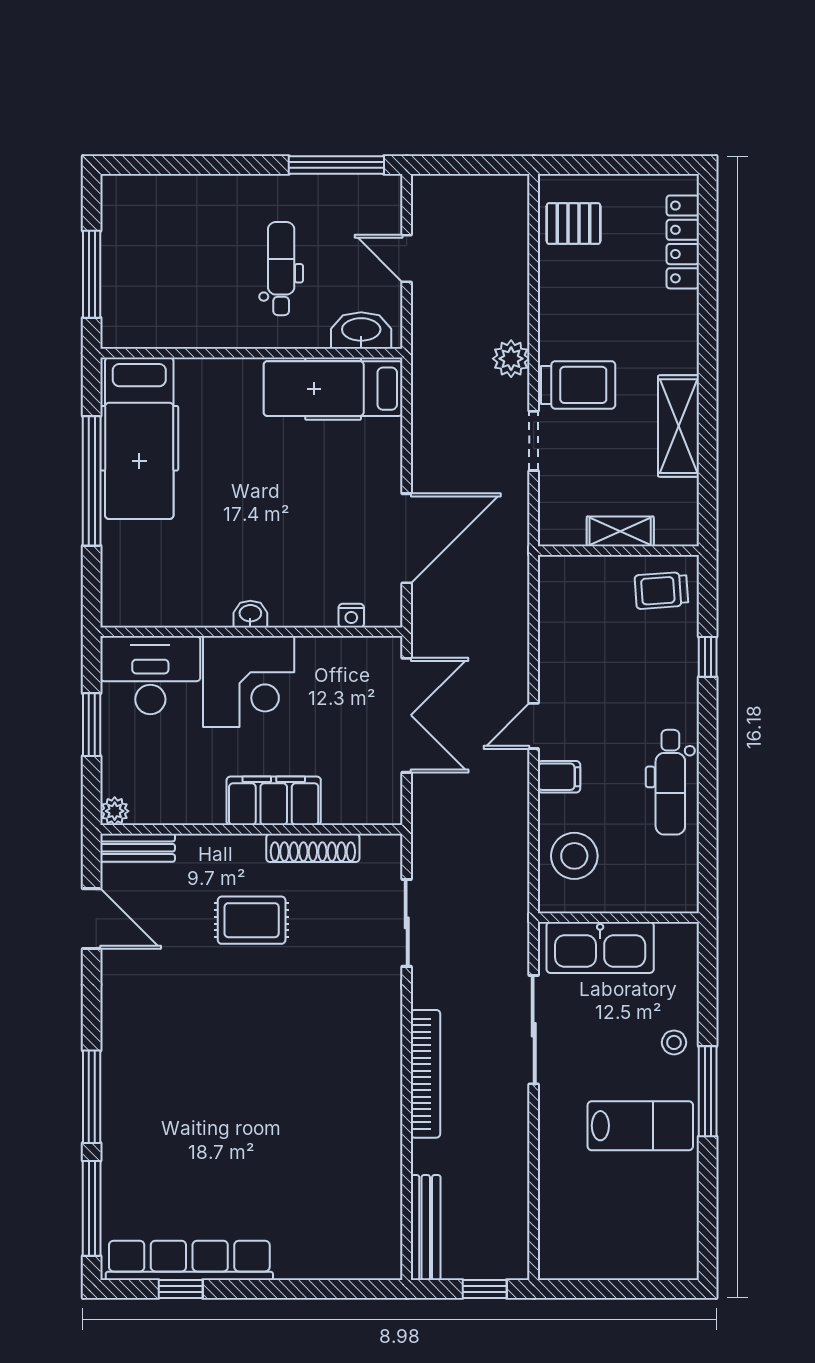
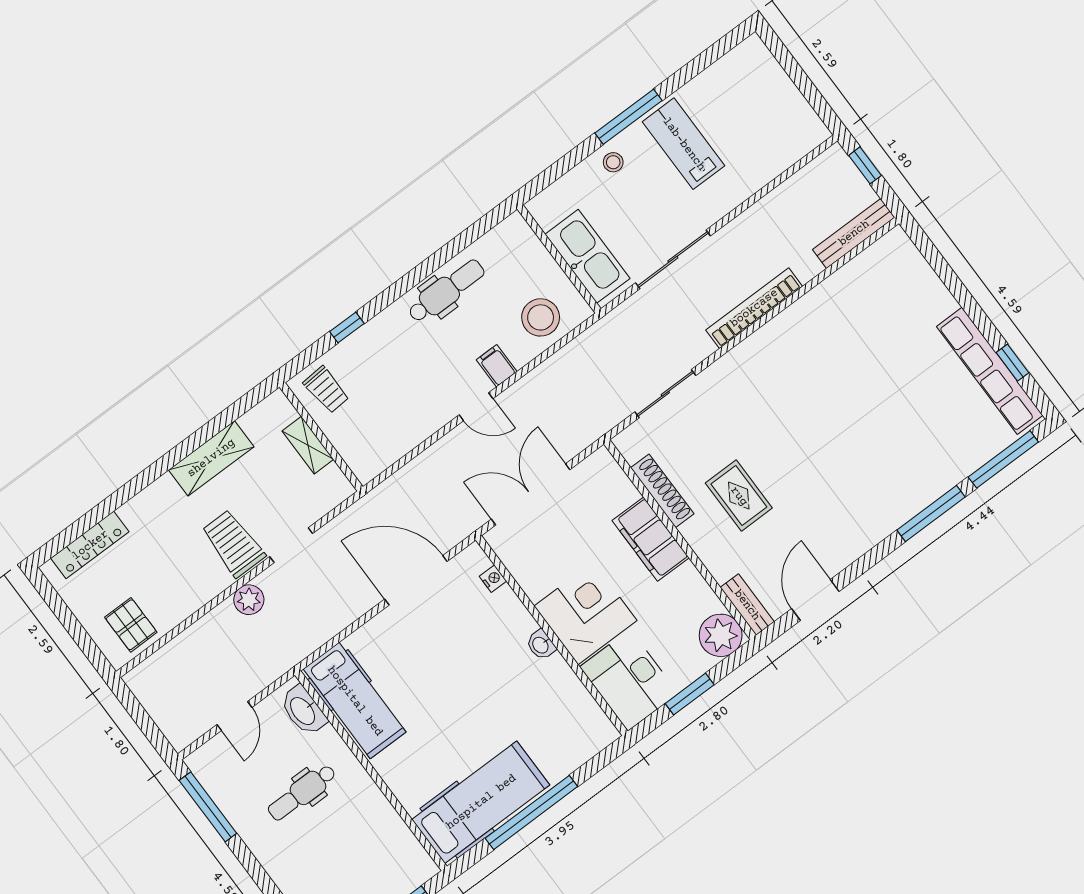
plant: (115, 811) -> (721, 635), width x1.88, depth x1.88

